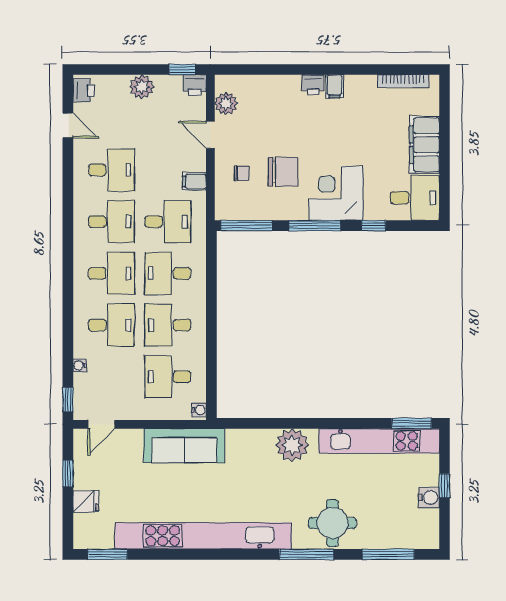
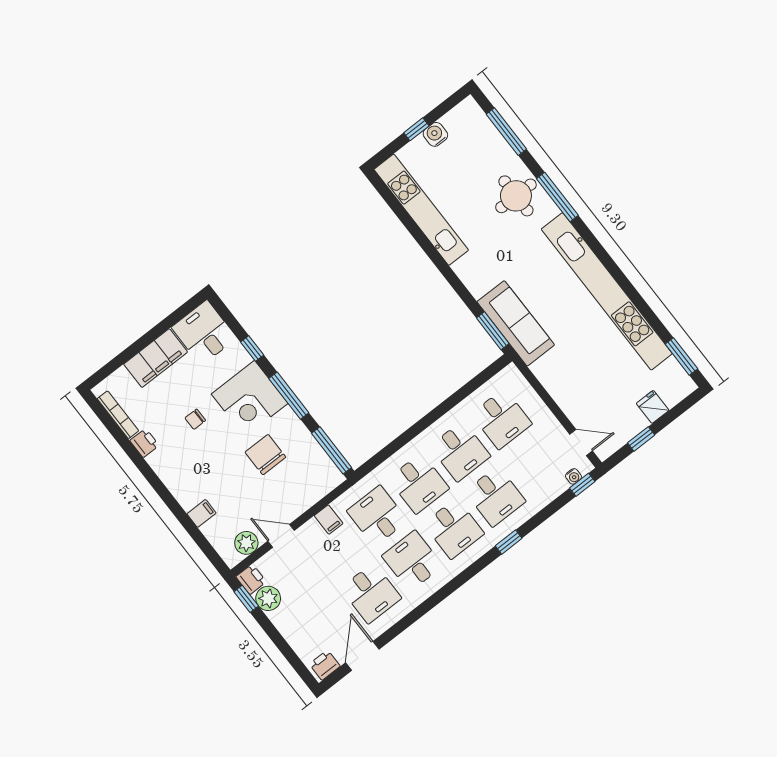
printer: (313, 85) -> (144, 443), moved
filing cabinet: (334, 86) -> (202, 513), moved
plant: (142, 87) -> (268, 598), moved
door: (68, 125) -> (362, 656), width x1.38
door: (210, 135) -> (281, 536), swing flipped
desk: (111, 170) -> (371, 593), turned 180
chair: (242, 173) -> (195, 419), moved, turned -90
desk: (111, 273) -> (454, 529), turned 180
window: (68, 308) -> (509, 542), added
desk: (111, 325) -> (495, 496), turned 180
water cooler: (80, 365) -> (573, 476), moved
water cooler: (199, 410) -> (509, 373), removed
window: (412, 423) -> (493, 331), moved
plant: (292, 445) -> (479, 277), removed
sofa: (184, 446) -> (516, 323), moved

